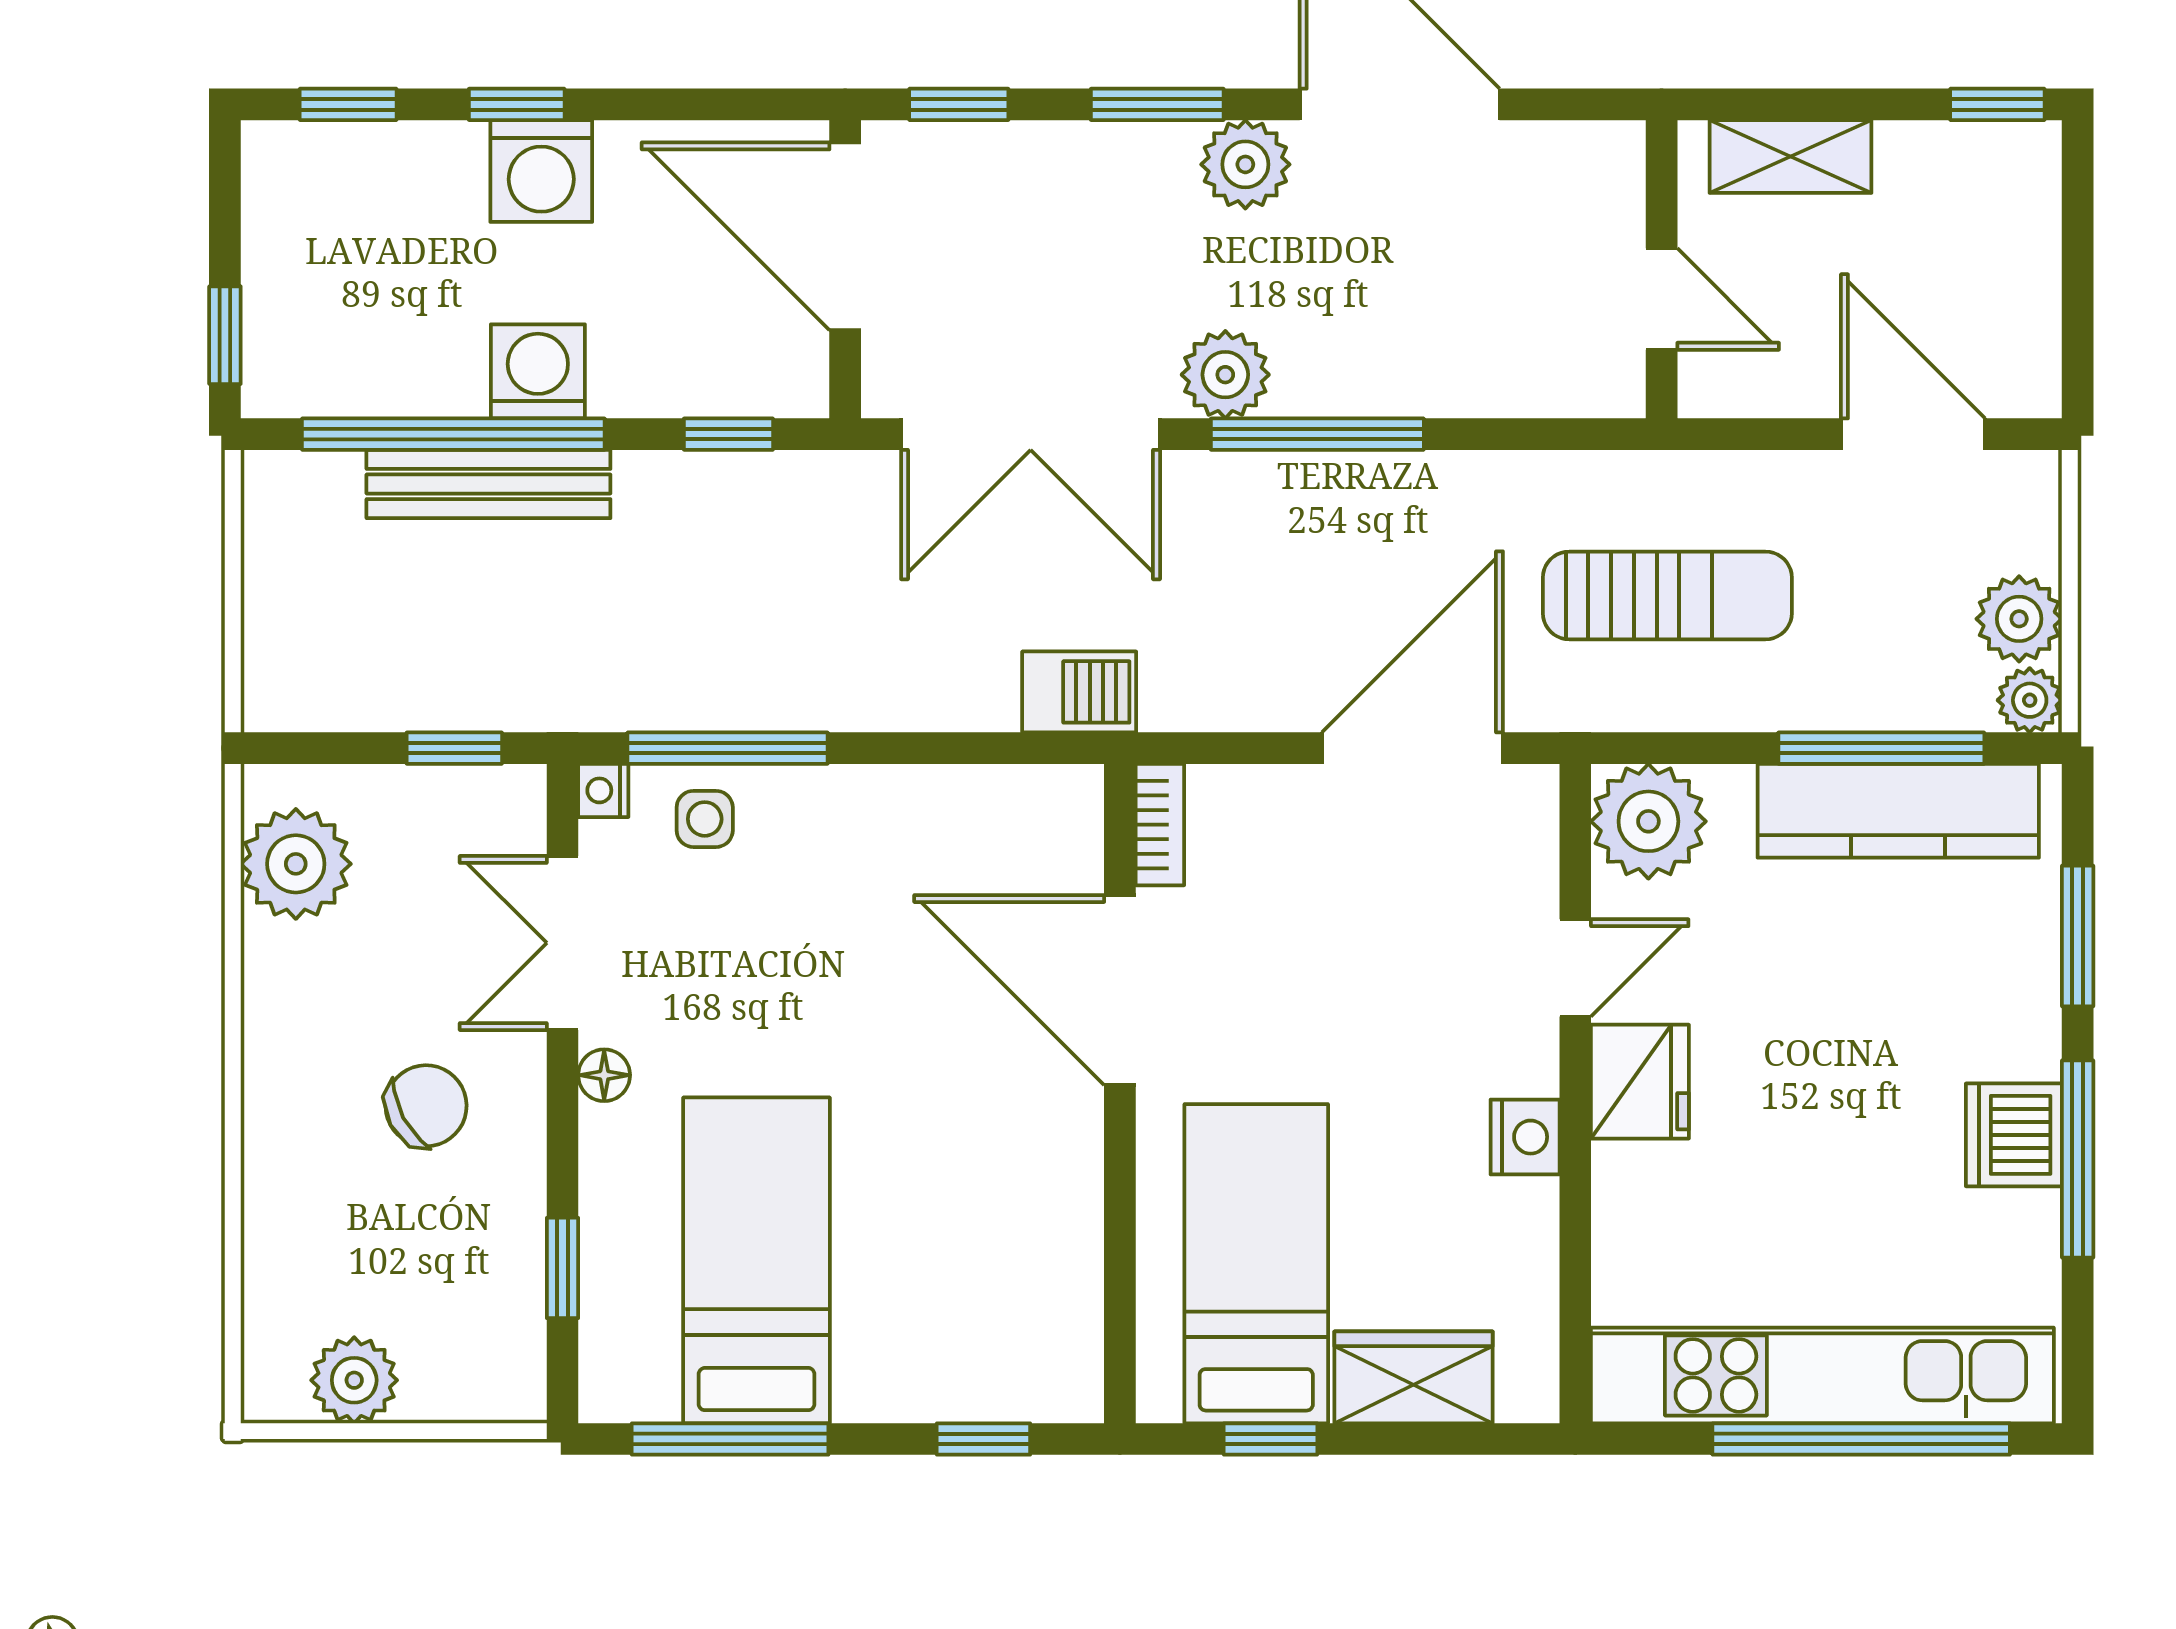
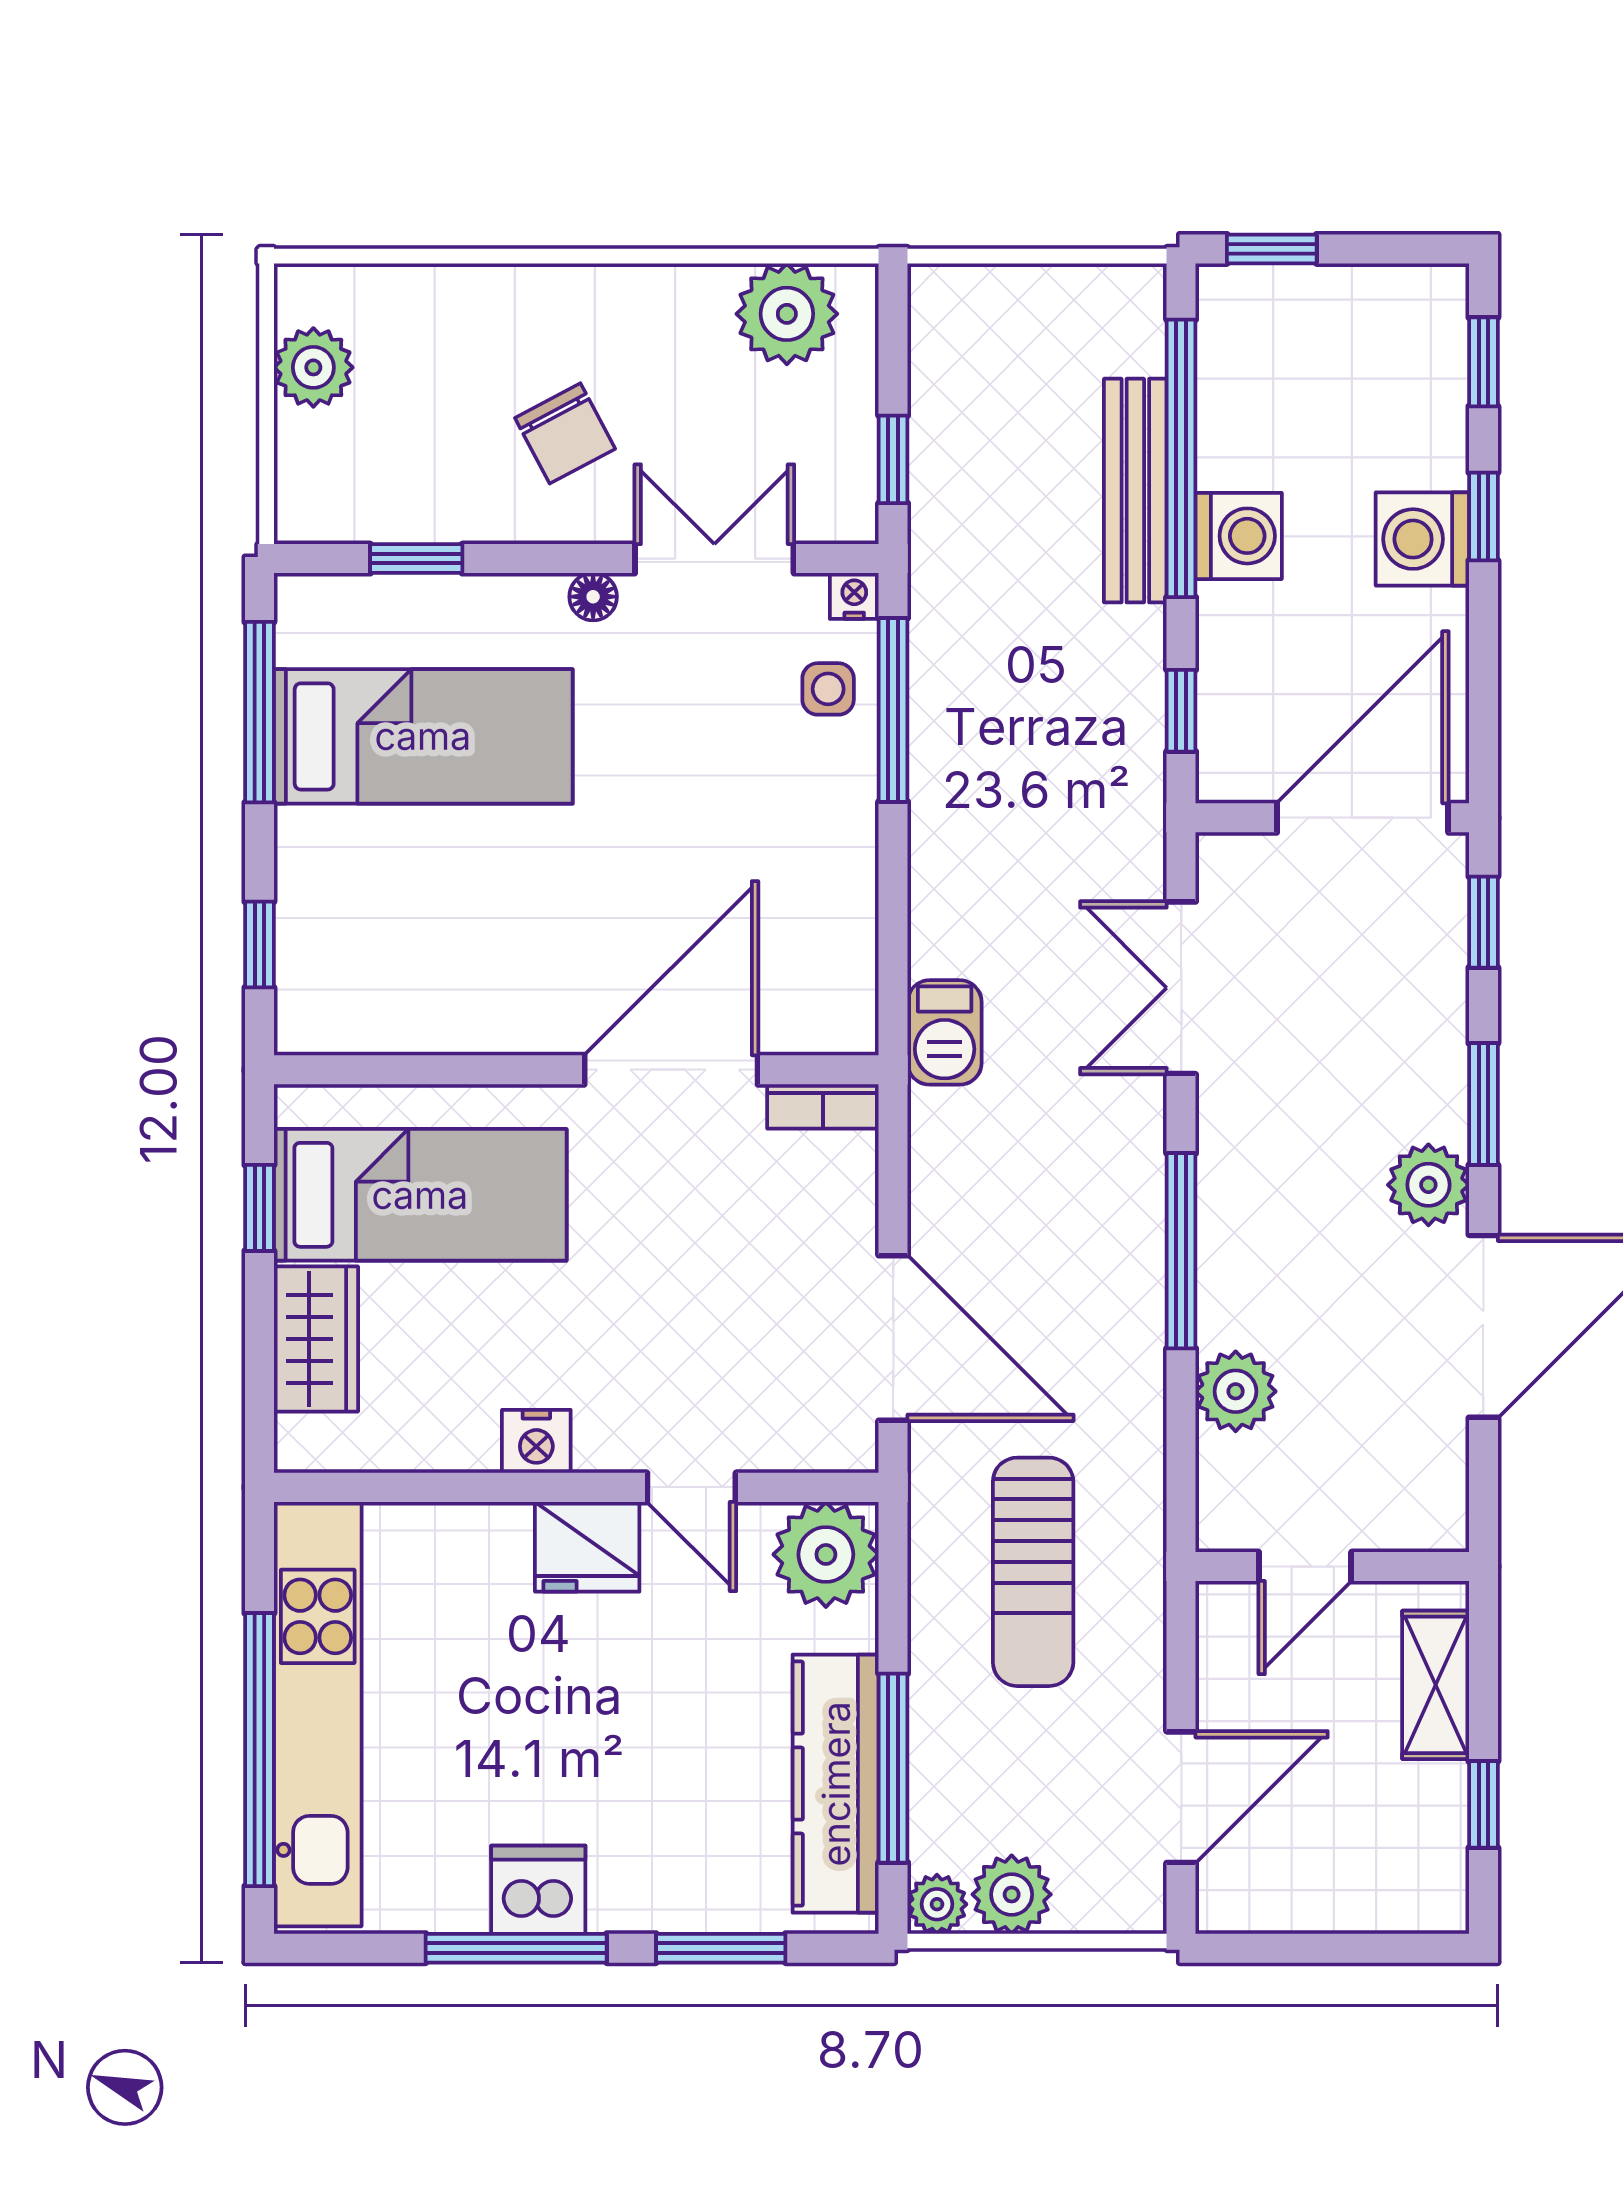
window: (1997, 104) -> (1483, 1804), moved
plant: (1225, 375) -> (1236, 1391), moved
double door: (1031, 434) -> (1181, 988), width x0.73

